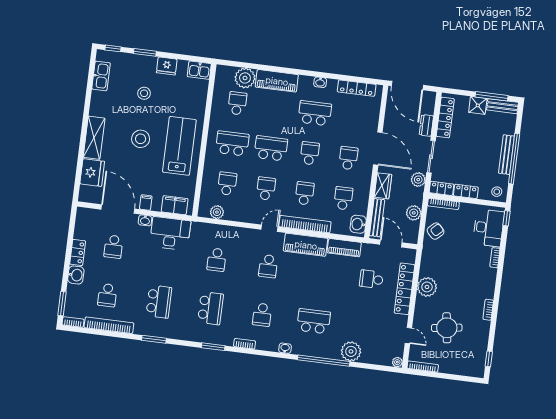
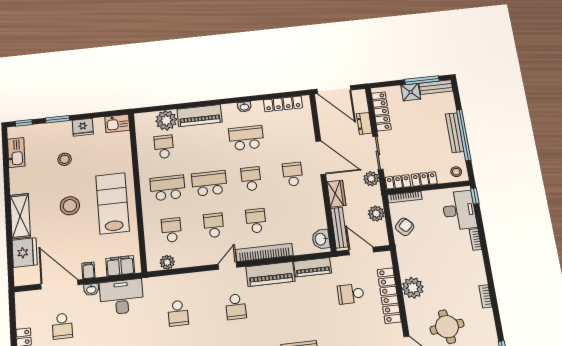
school desk: (343, 198) -> (298, 216), removed

